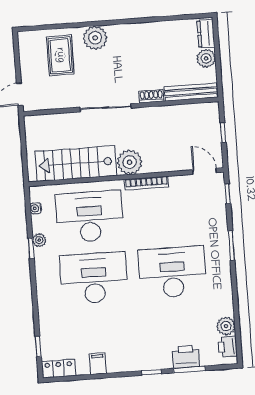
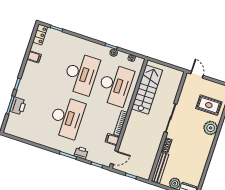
plant: (130, 162) -> (136, 119), removed
filing cabinet: (177, 186) -> (112, 139), added
plant: (226, 326) -> (26, 134), removed
printer: (228, 347) -> (81, 153), moved

